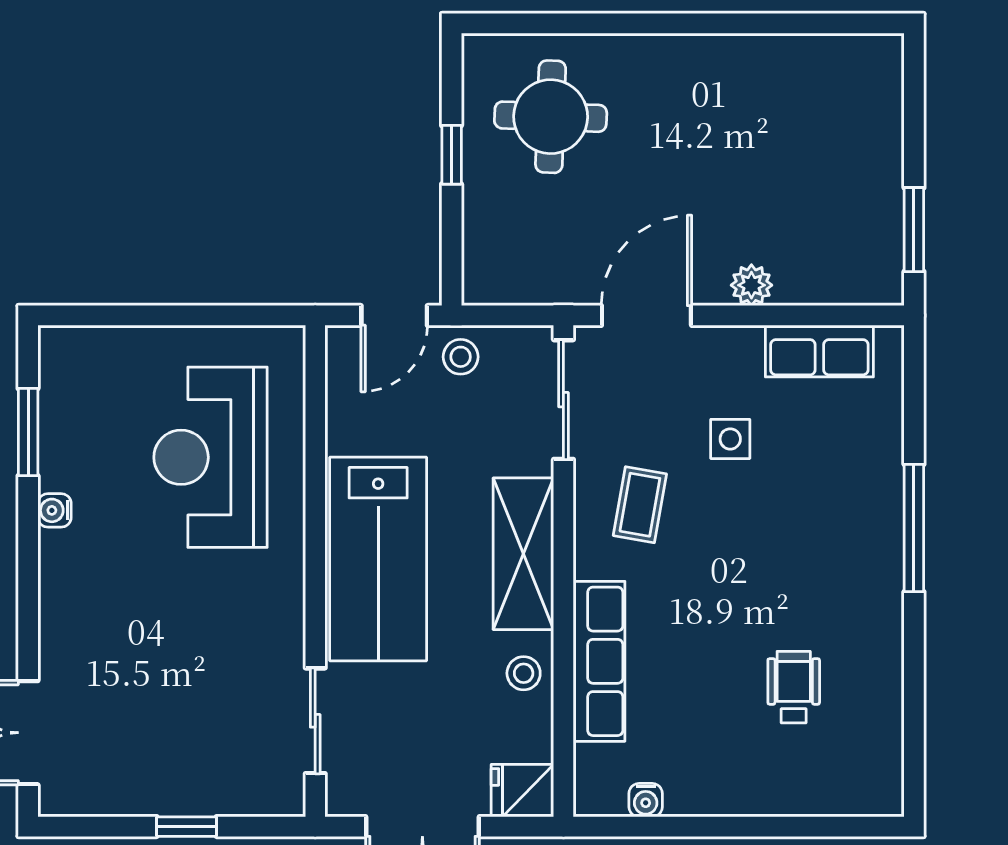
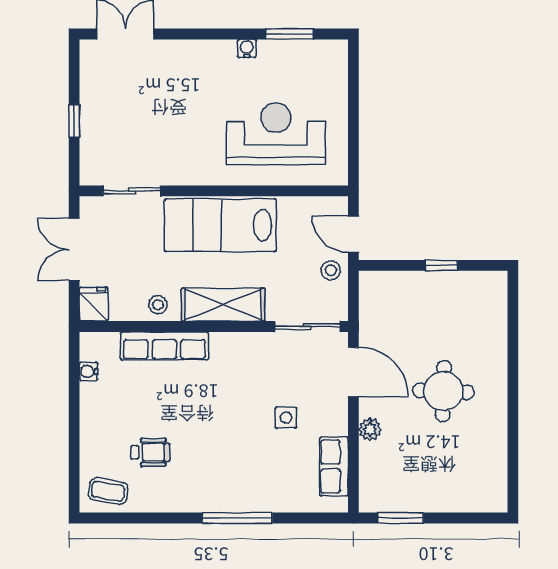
round table: (551, 117) -> (443, 391), moved
coffee table: (640, 505) -> (108, 491), moved

